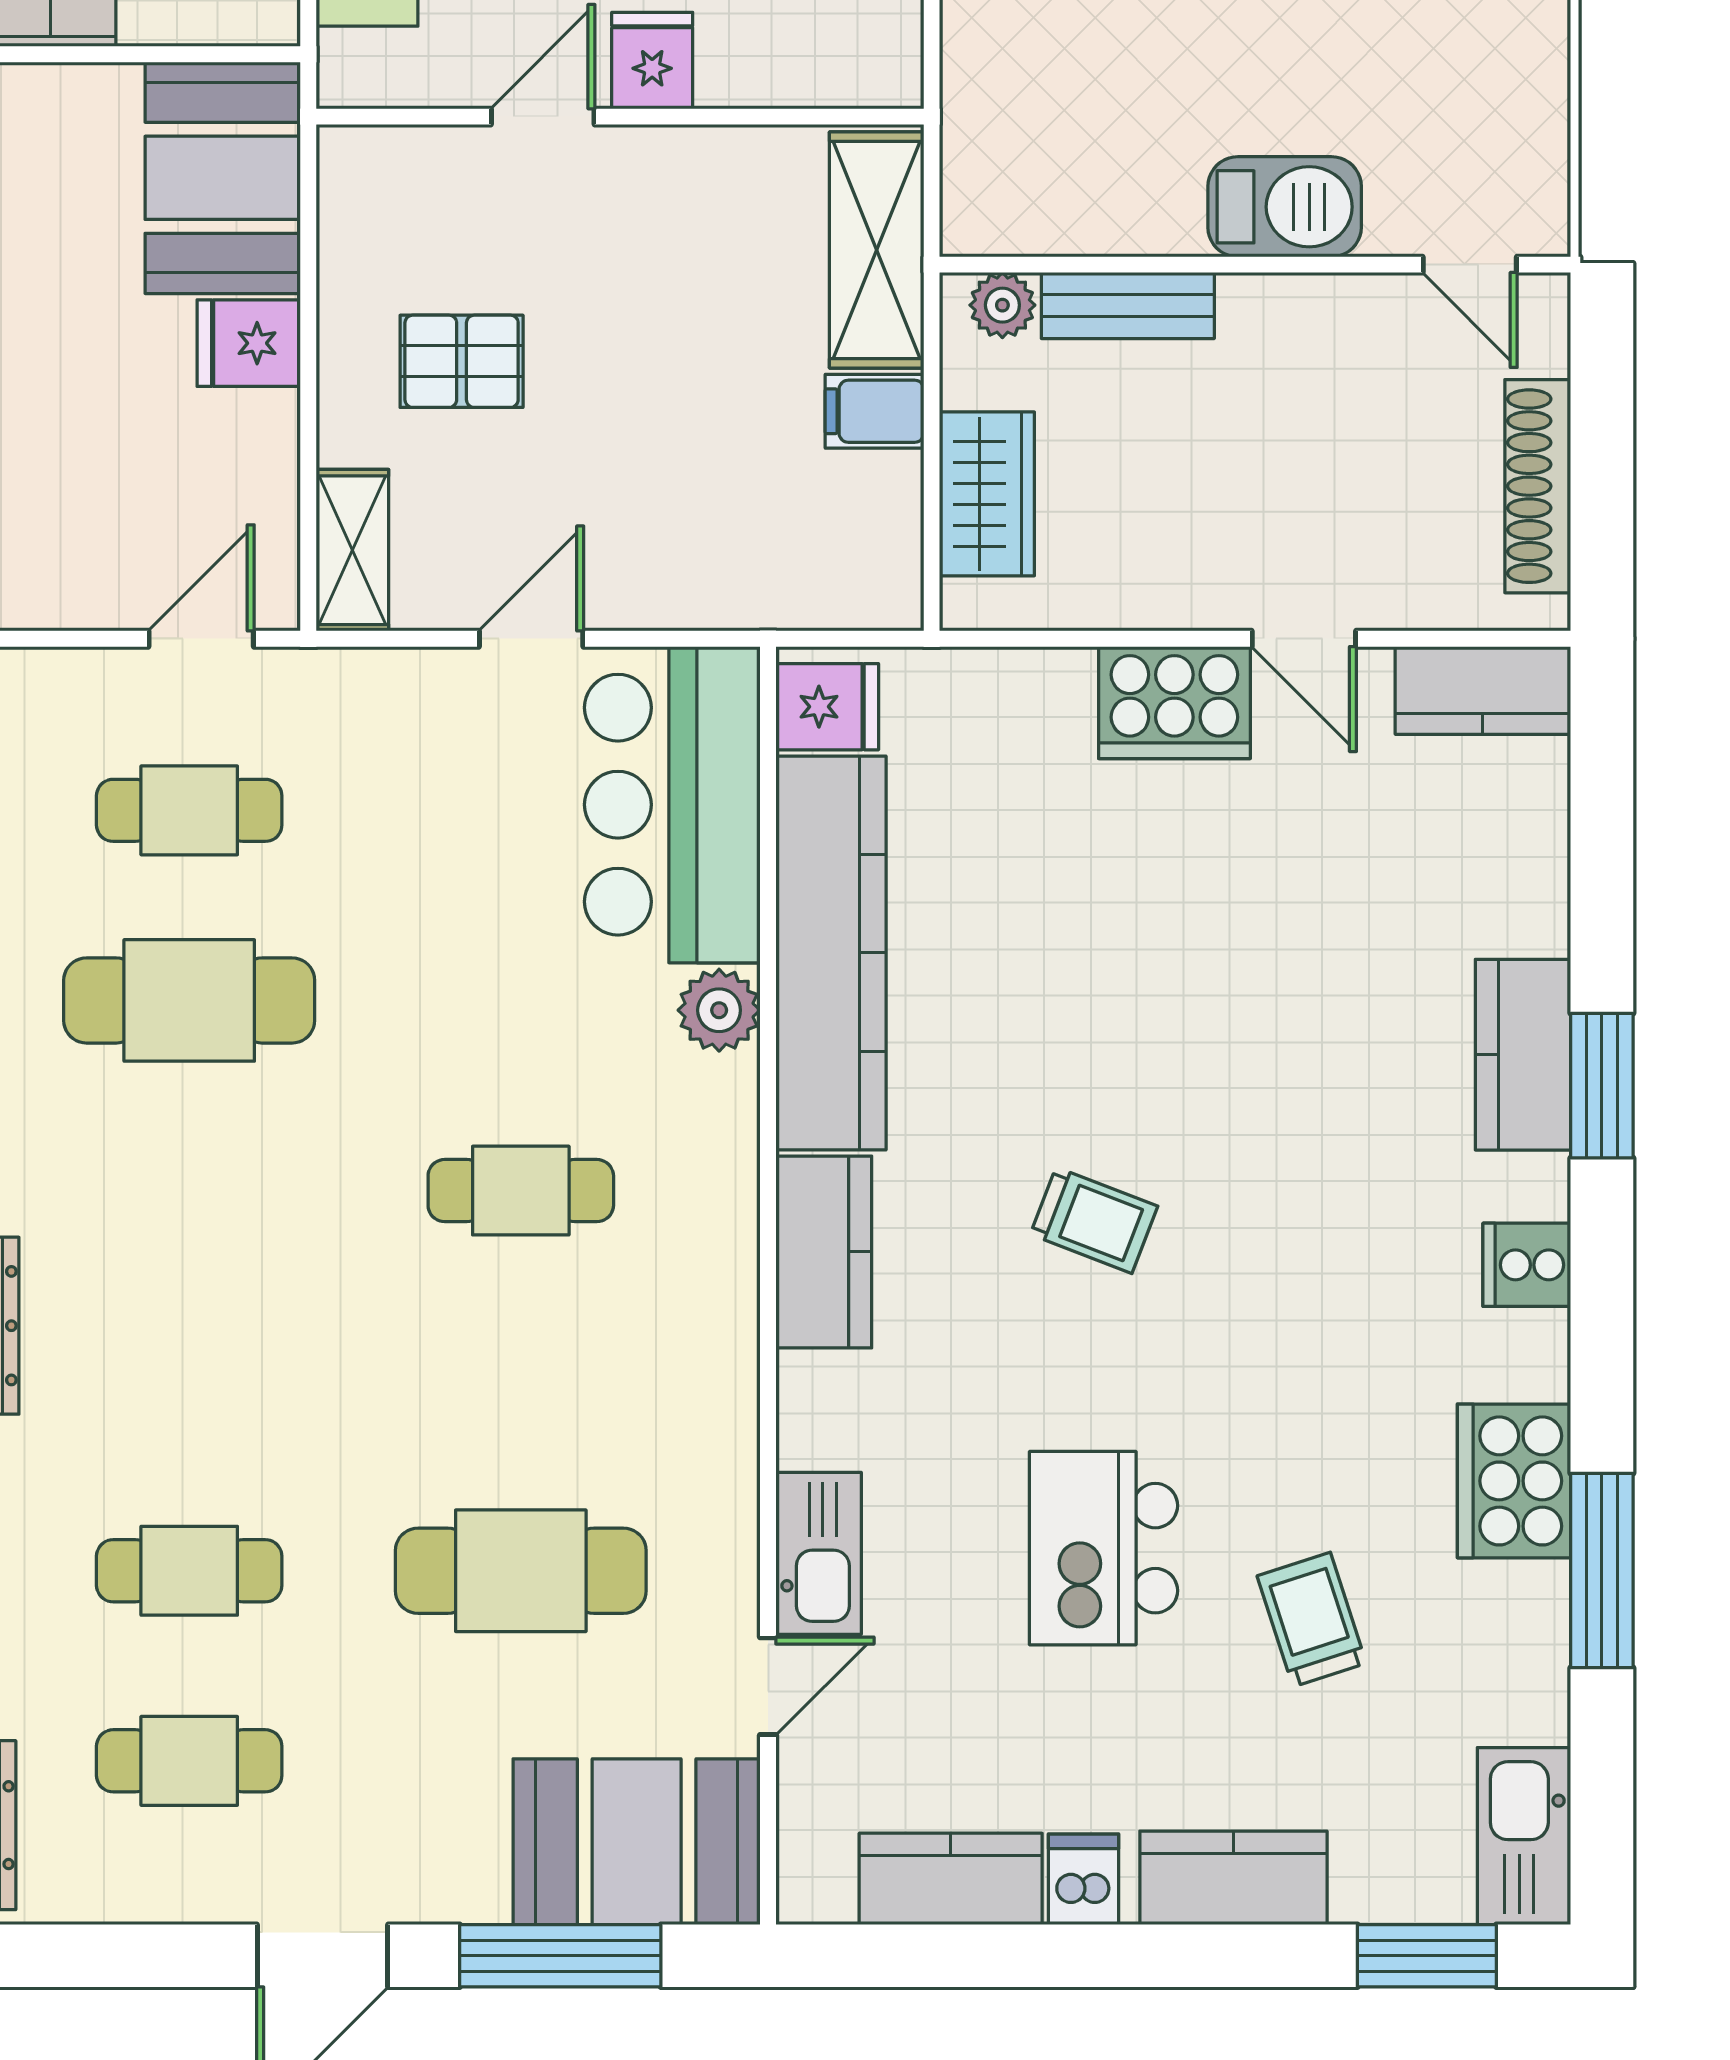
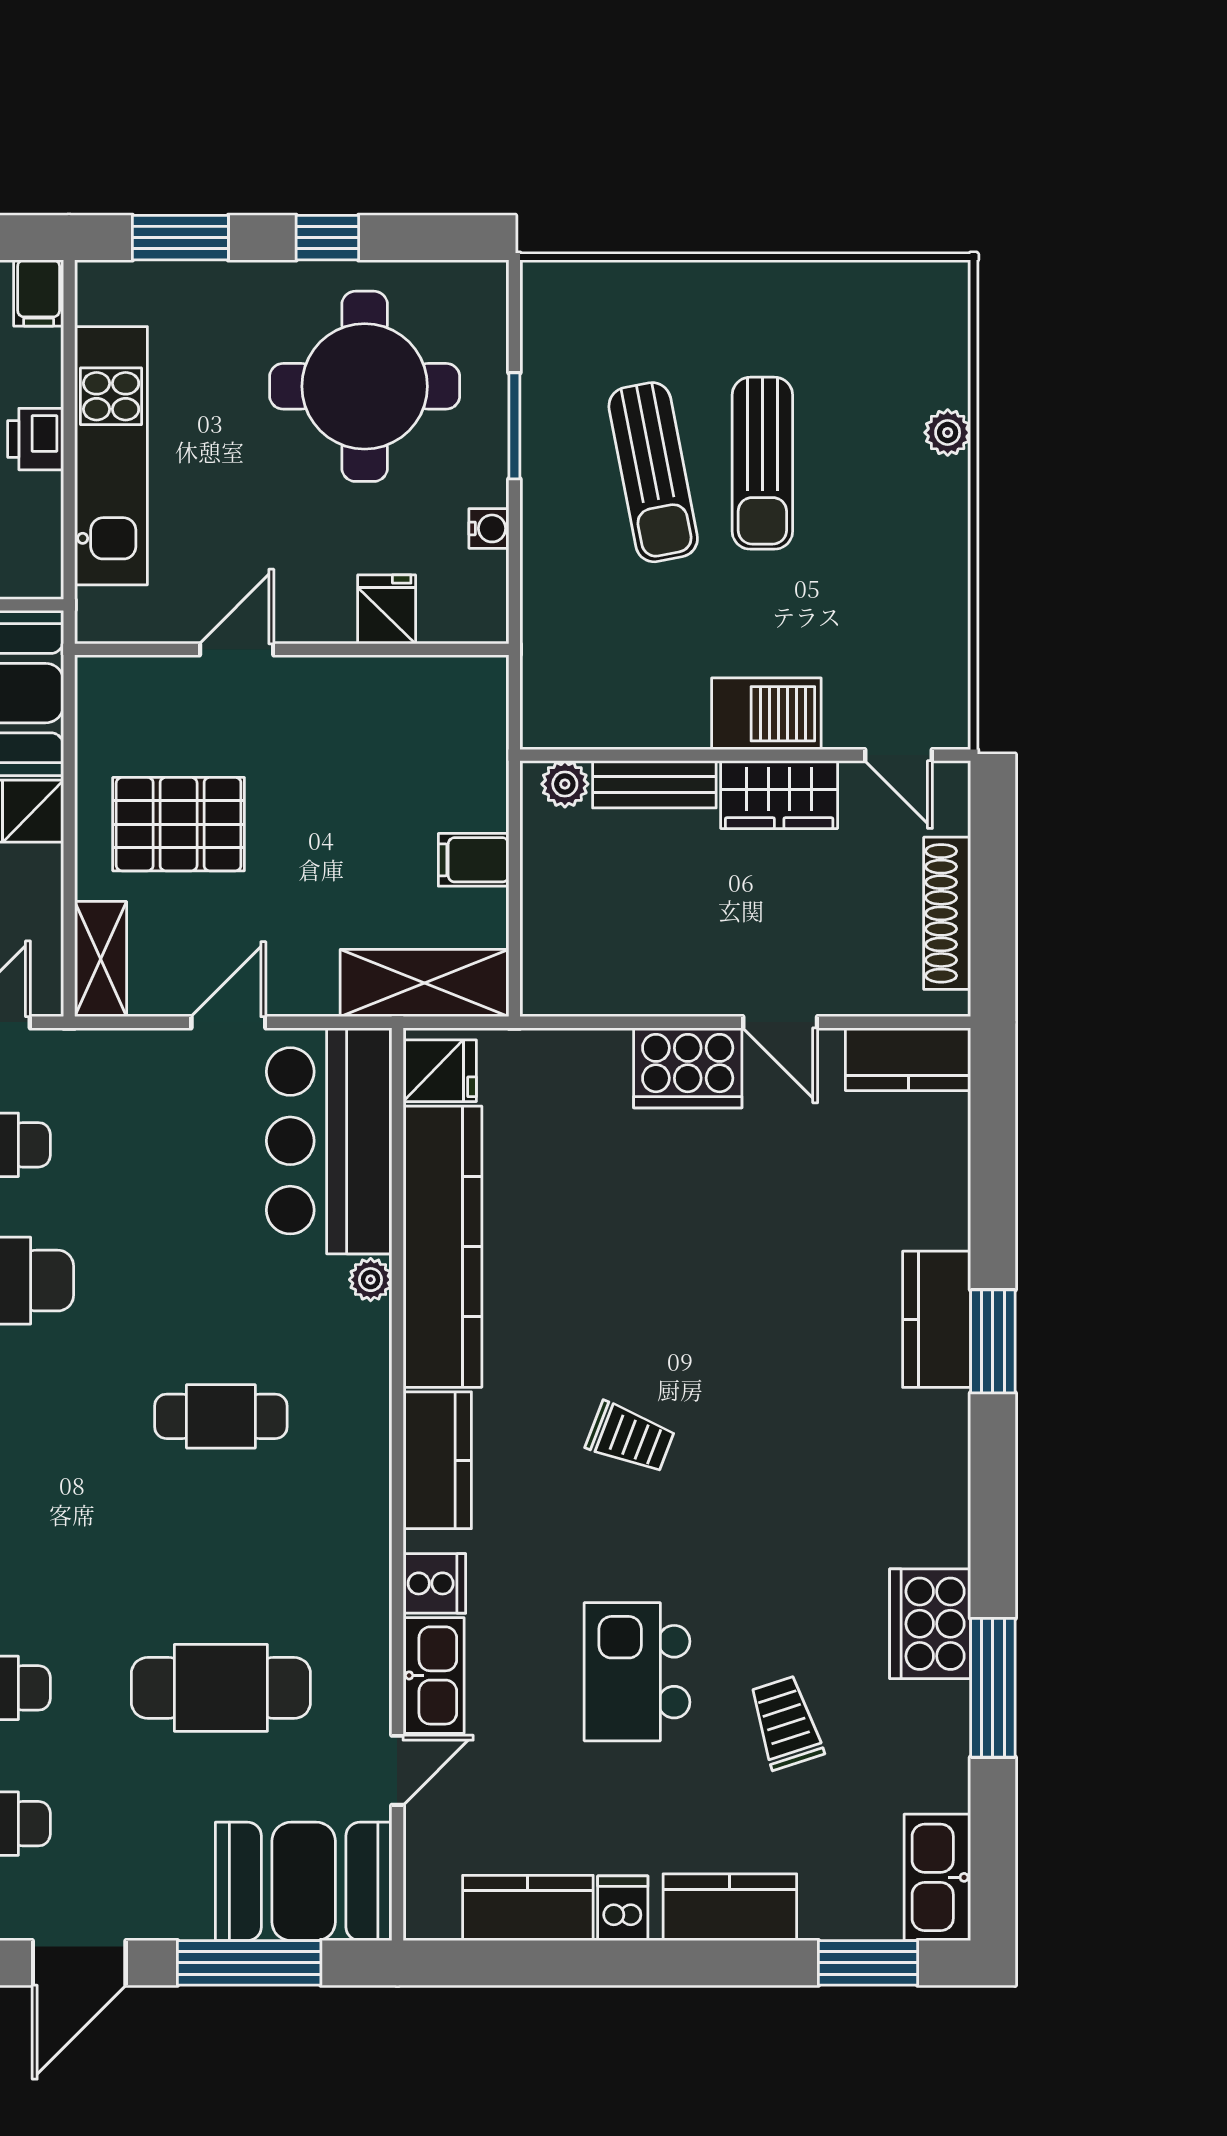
fridge: (652, 61) -> (387, 609), moved
shelving: (877, 250) -> (424, 983), moved, turned 90
pallet: (462, 361) -> (179, 824), width x1.50, depth x1.42
wardrobe: (987, 494) -> (779, 795), moved, turned 90
plant: (719, 1010) -> (371, 1280), width x0.73, depth x0.73
cooker: (1527, 1265) -> (434, 1583), moved, turned 180

